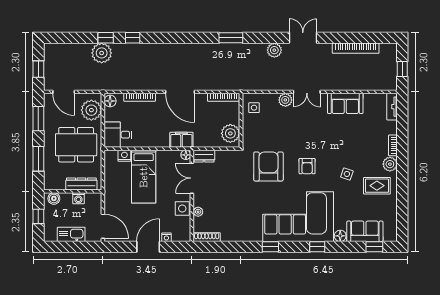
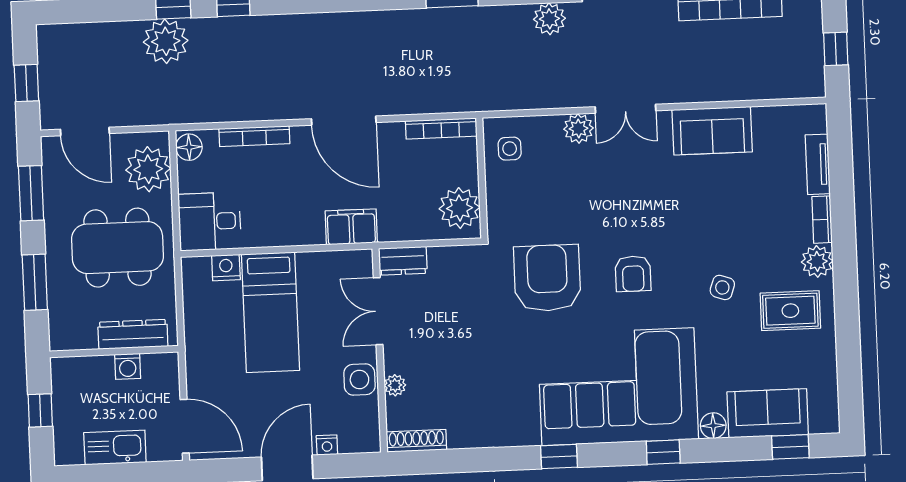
tv unit: (392, 107) -> (818, 164), moved
floor lamp: (186, 155) -> (362, 260), removed
boiler: (54, 198) -> (73, 369), removed

